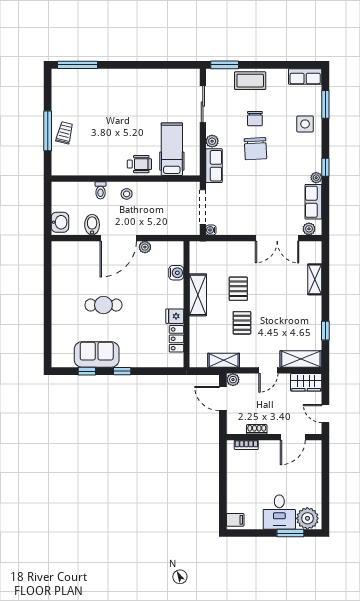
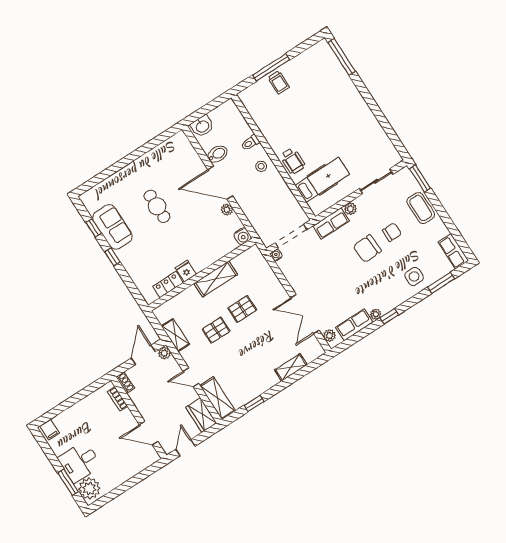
chair: (255, 119) -> (392, 232), turned 180
trolley: (65, 133) -> (279, 82), turned 76
water cooler: (176, 273) -> (243, 236), moved
shoe rack: (257, 429) -> (125, 383), moved

